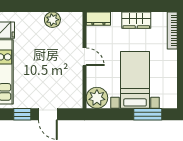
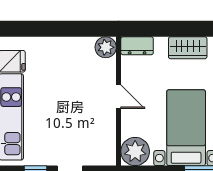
plant: (52, 20) -> (106, 47), moved

